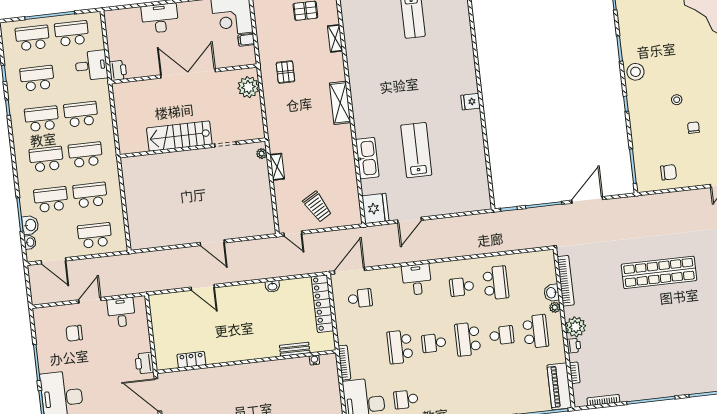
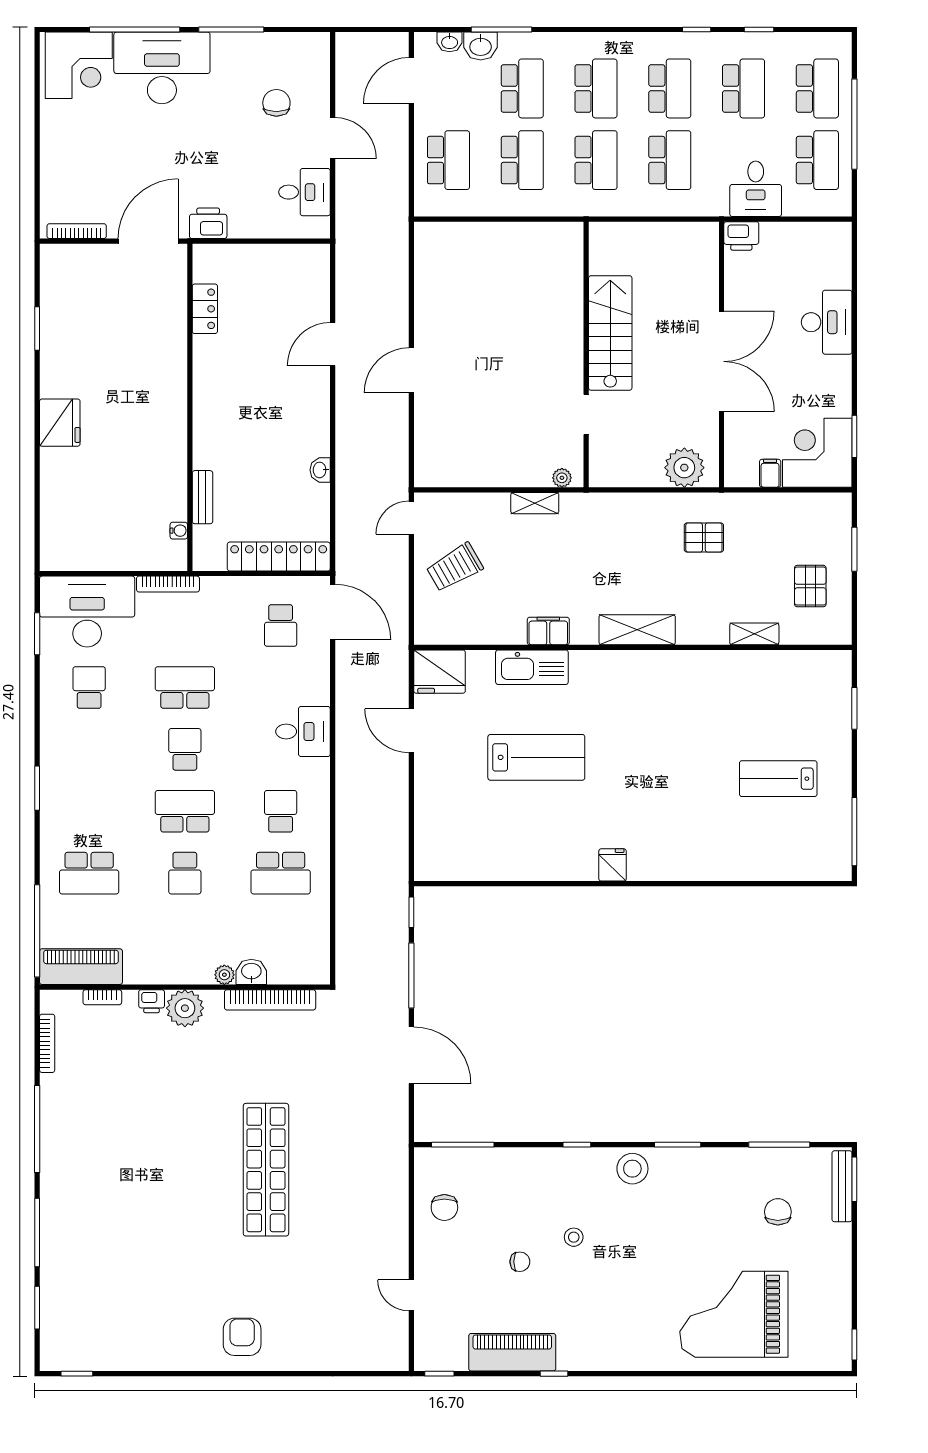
filing cabinet: (346, 151) -> (548, 631), added
school desk: (536, 331) -> (89, 873), moved

